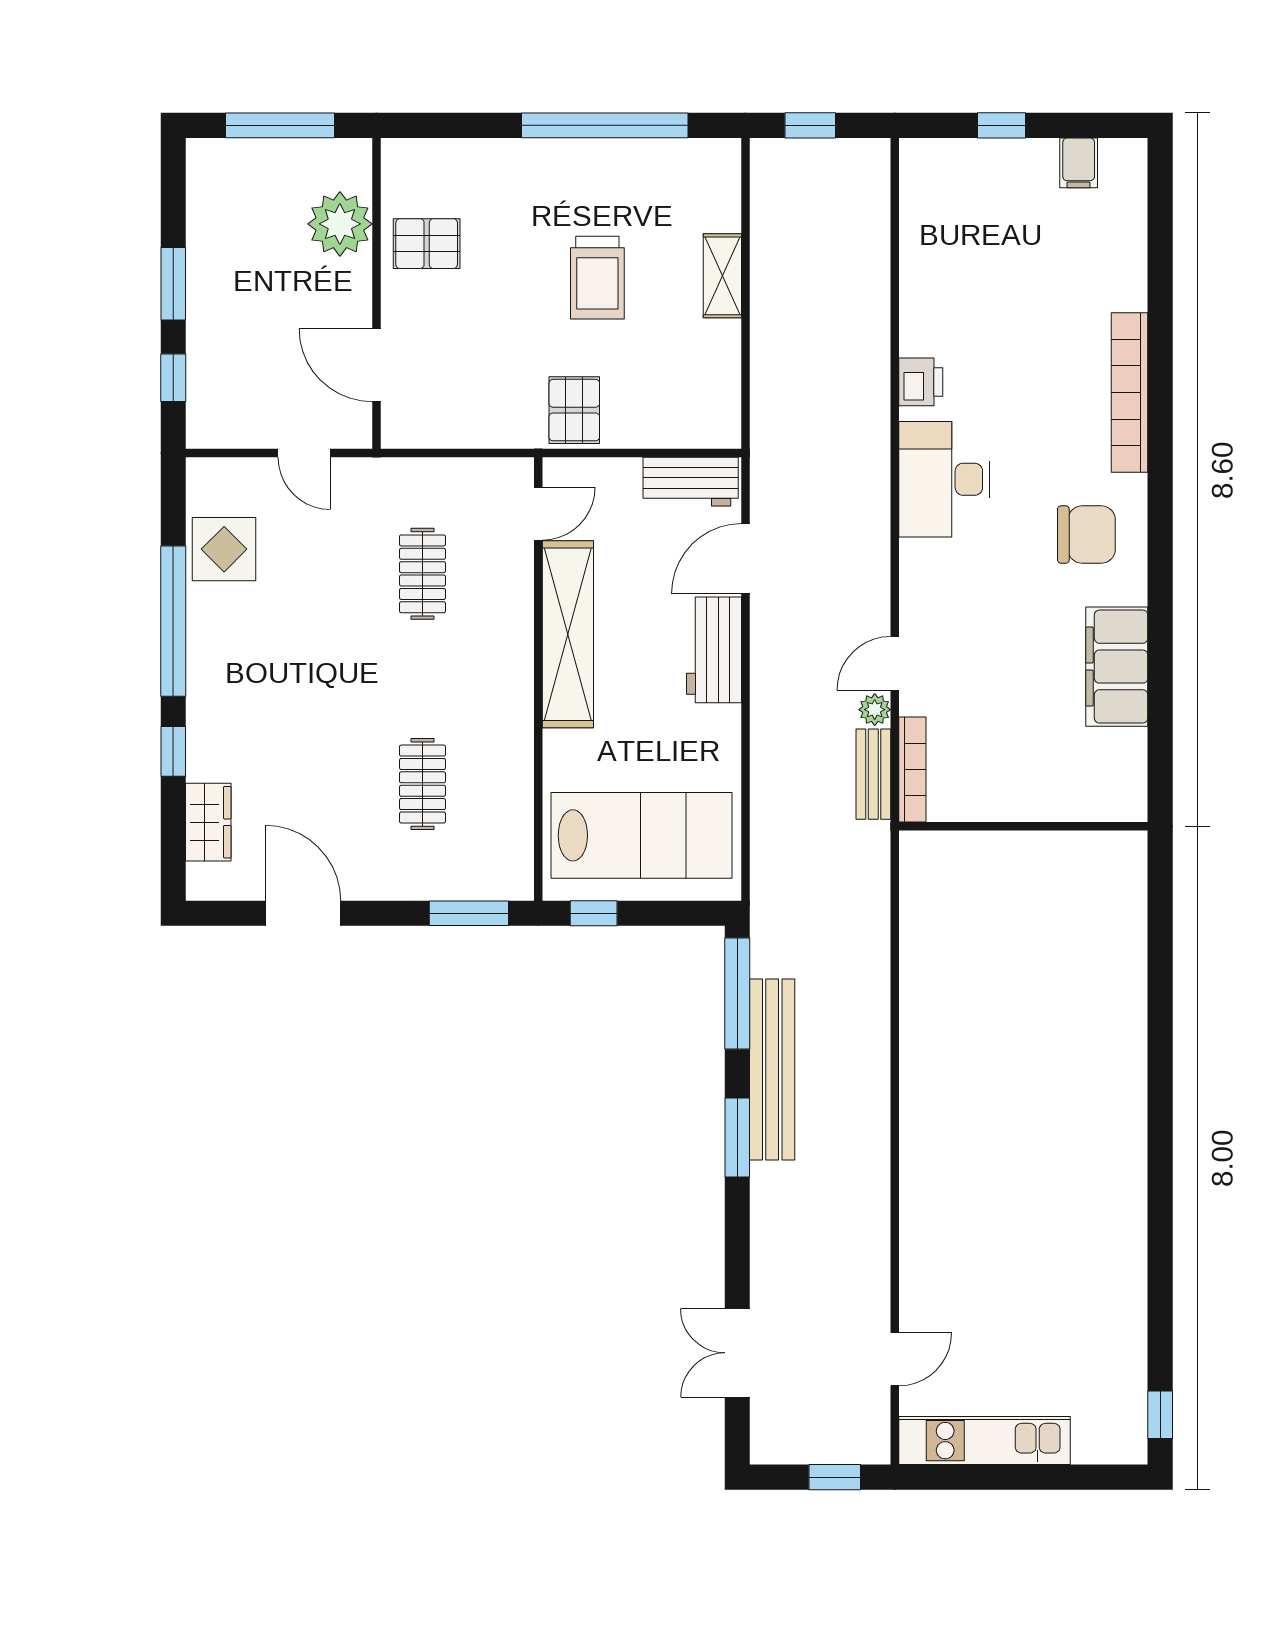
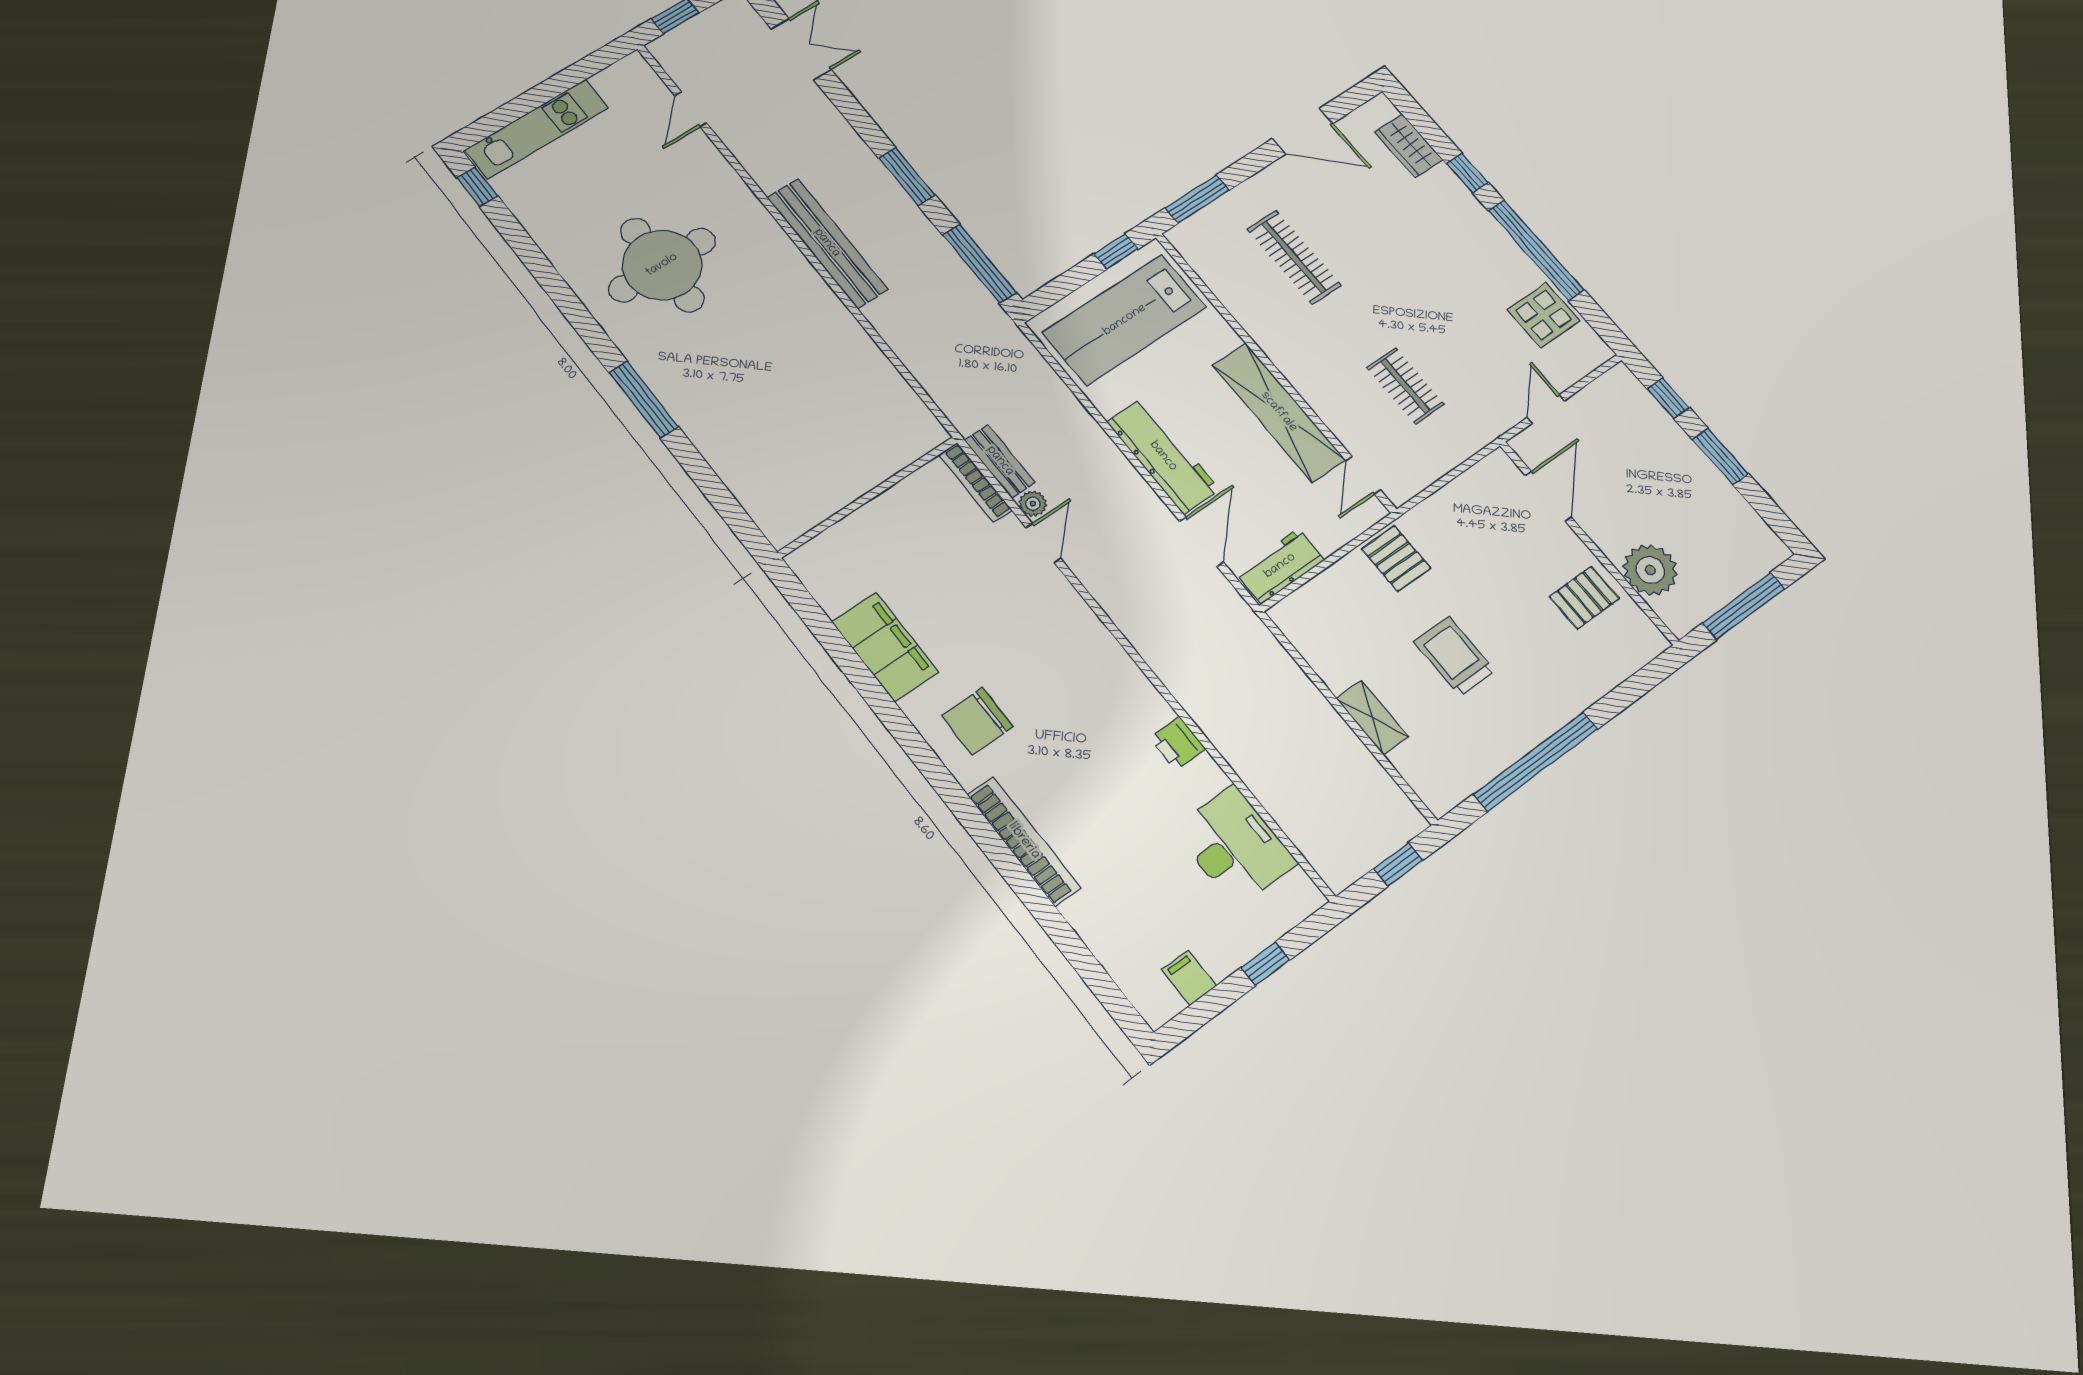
door: (376, 365) -> (1548, 496), hinge flipped
door: (304, 453) -> (1546, 409), hinge flipped
desk: (944, 479) -> (1235, 846), moved
workbench: (714, 650) -> (1163, 456), width x1.38
clothes rail: (422, 784) -> (1294, 257), width x1.36
bench: (772, 1069) -> (827, 243), moved
window: (1160, 1074) -> (644, 400), added
round table: (1043, 1206) -> (662, 265), added
kitchen unit: (985, 1441) -> (537, 129), moved

